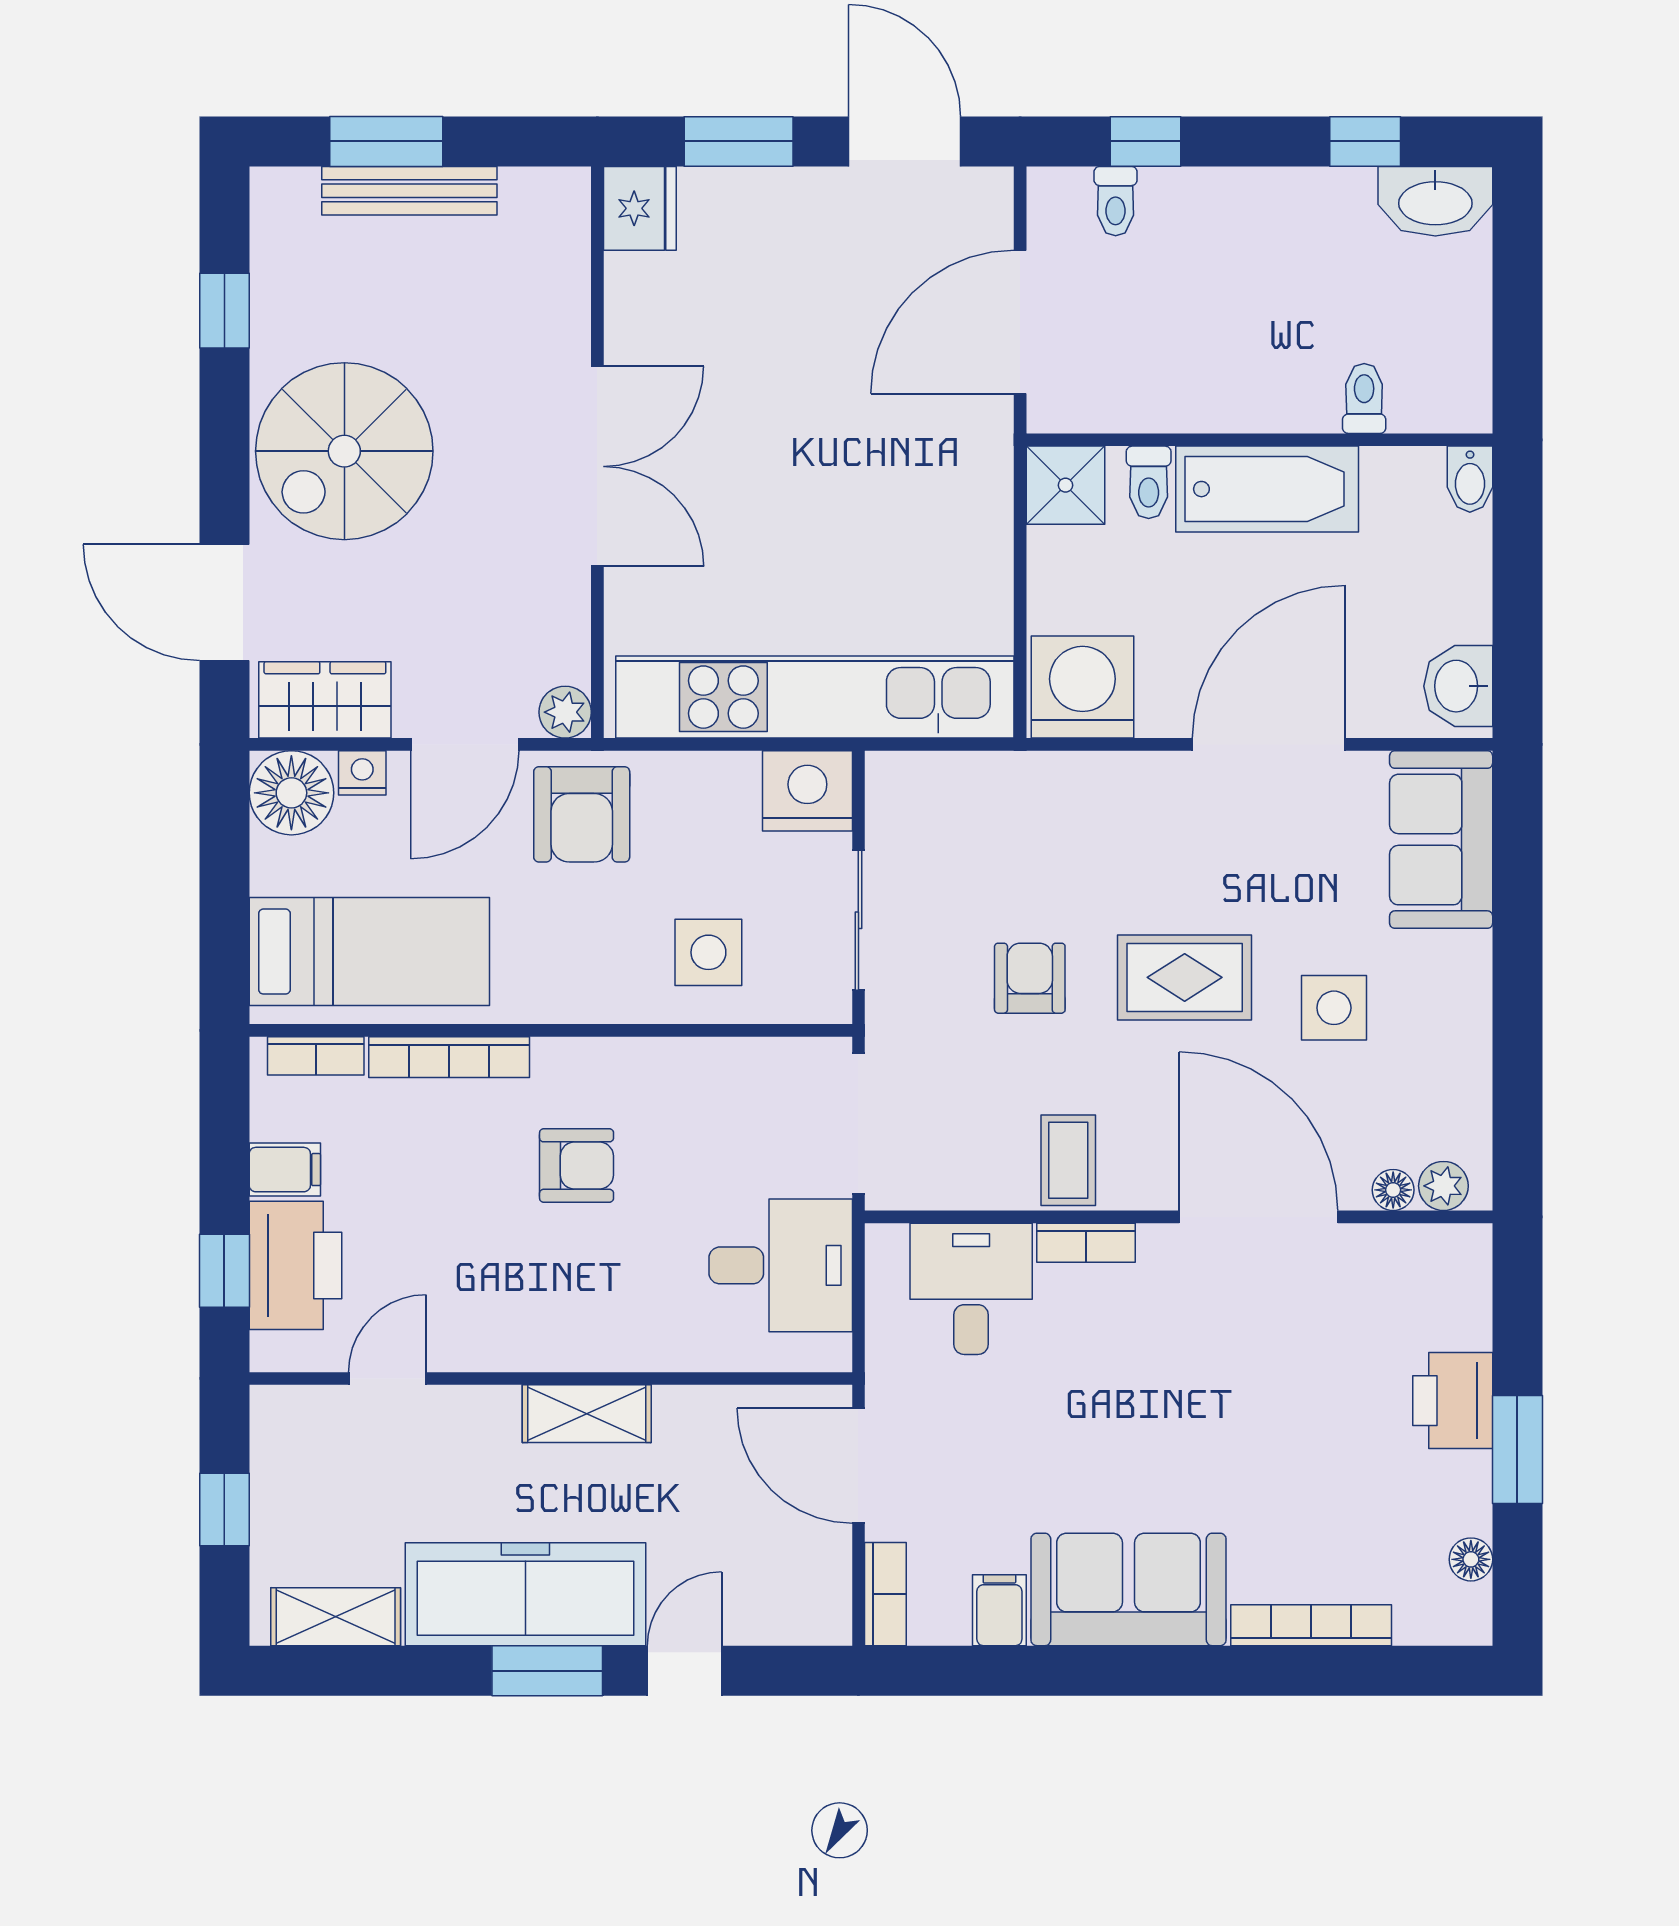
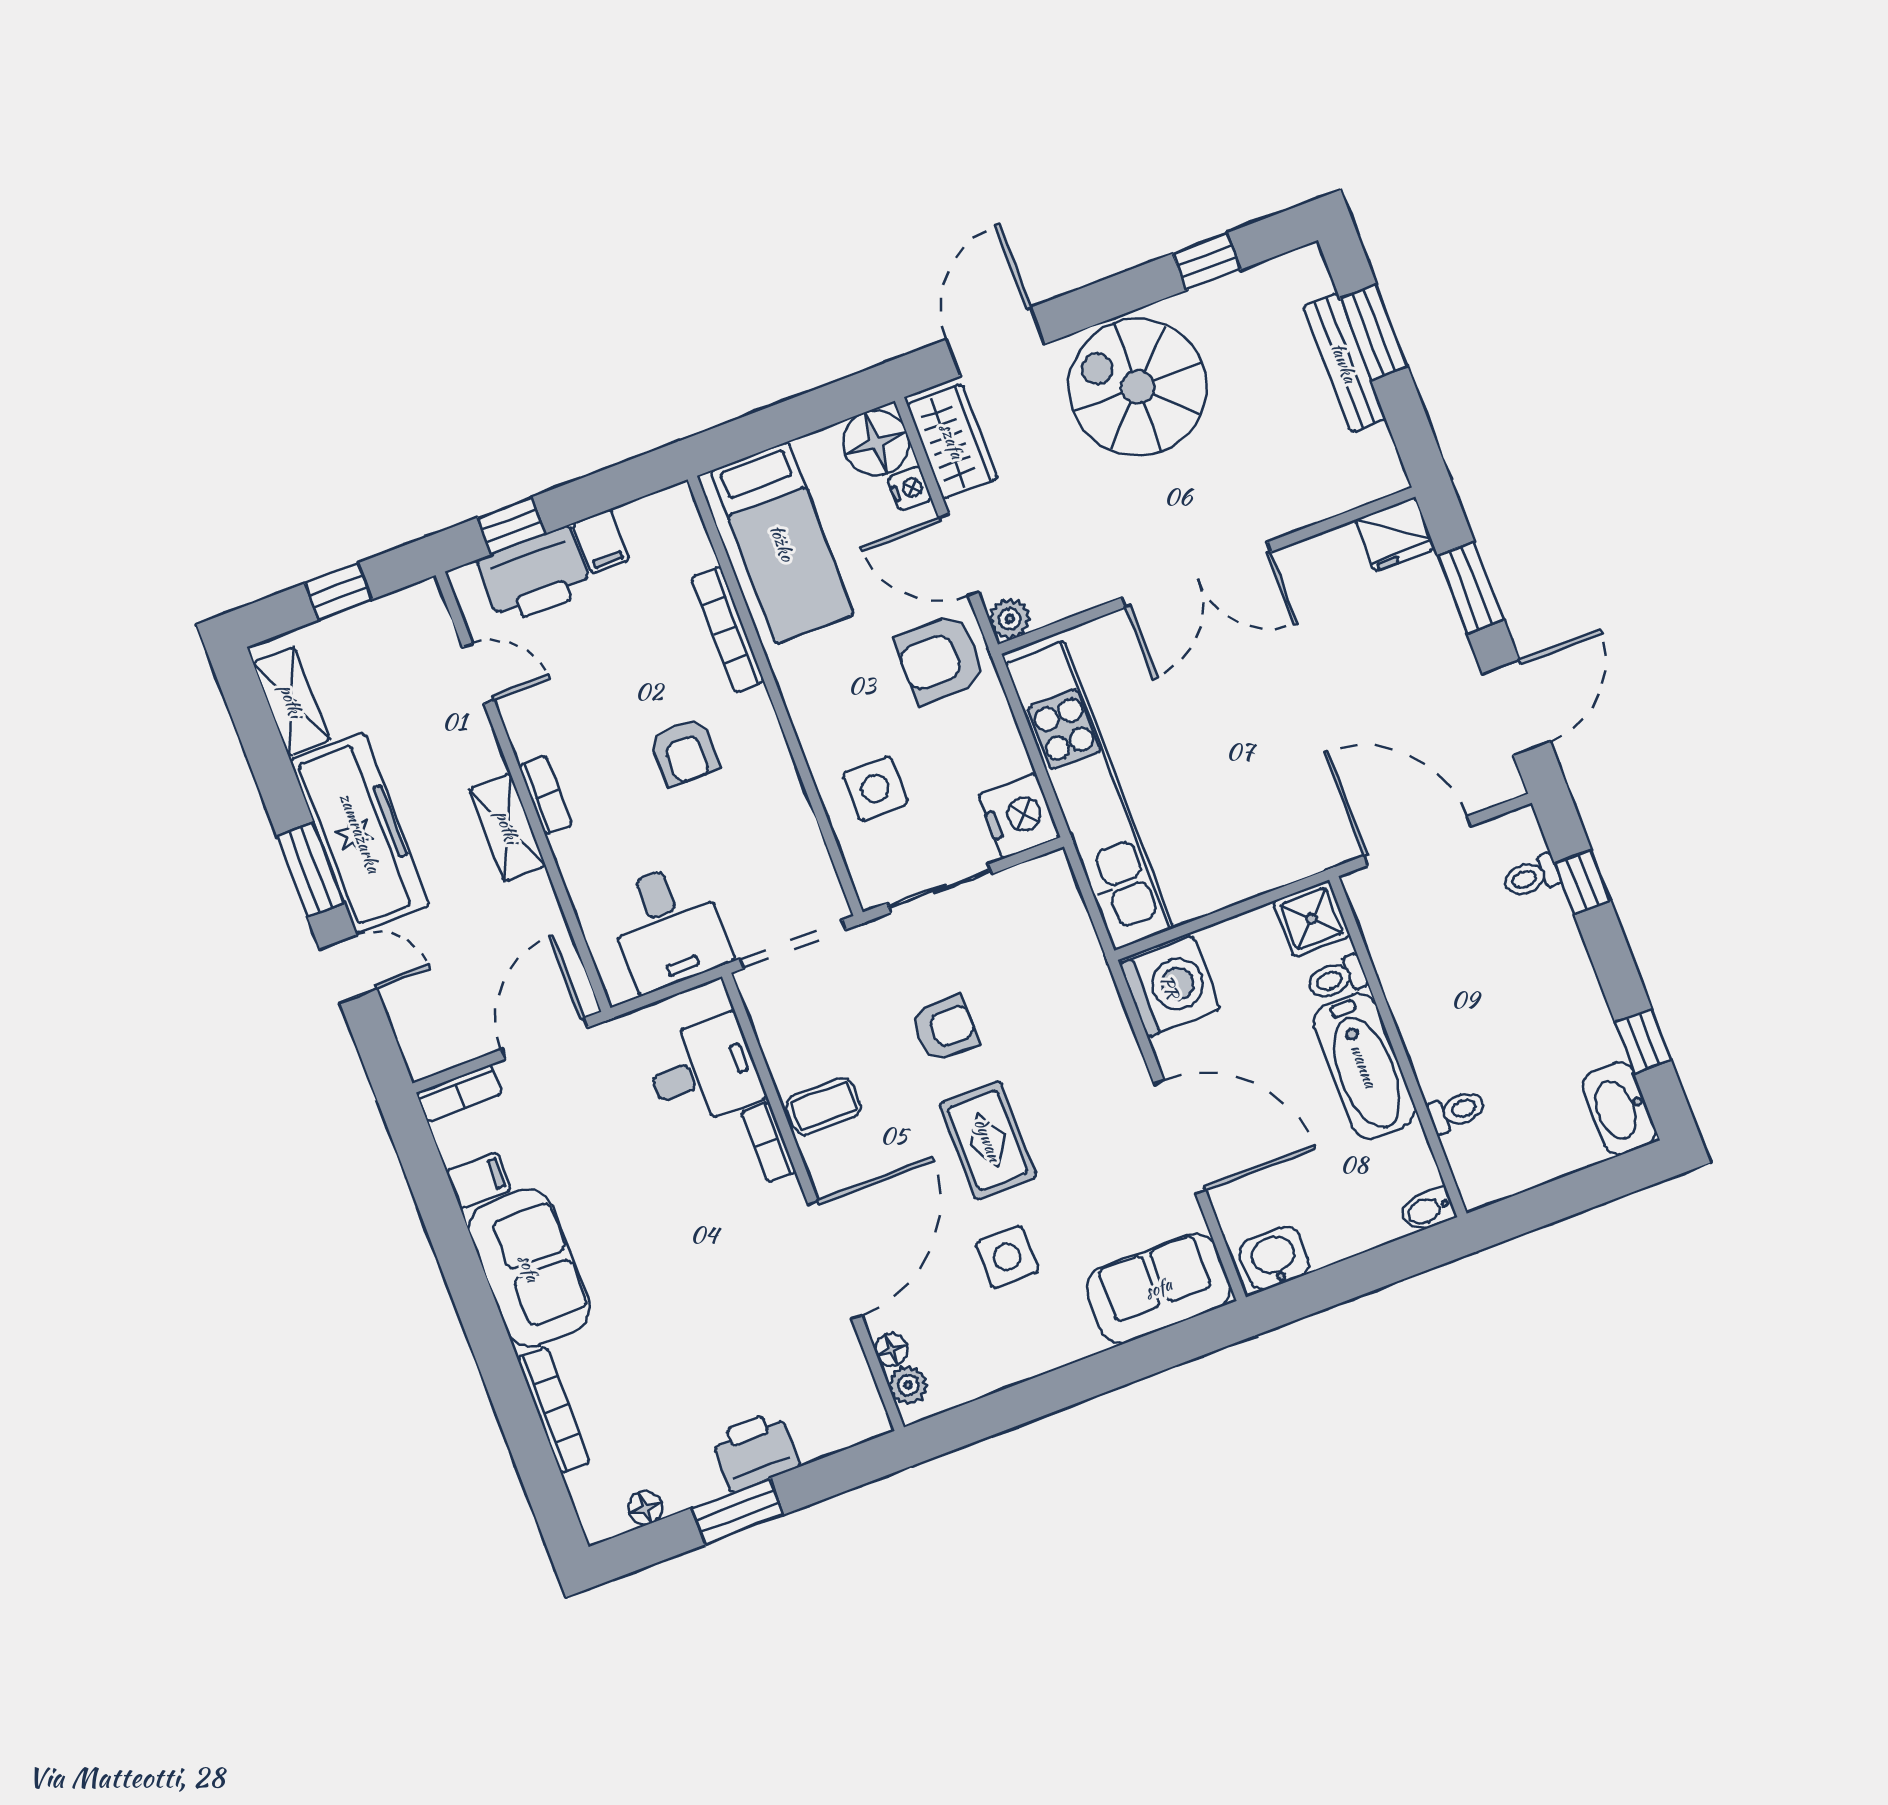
bookcase: (316, 1056) -> (545, 795), moved, turned 180

